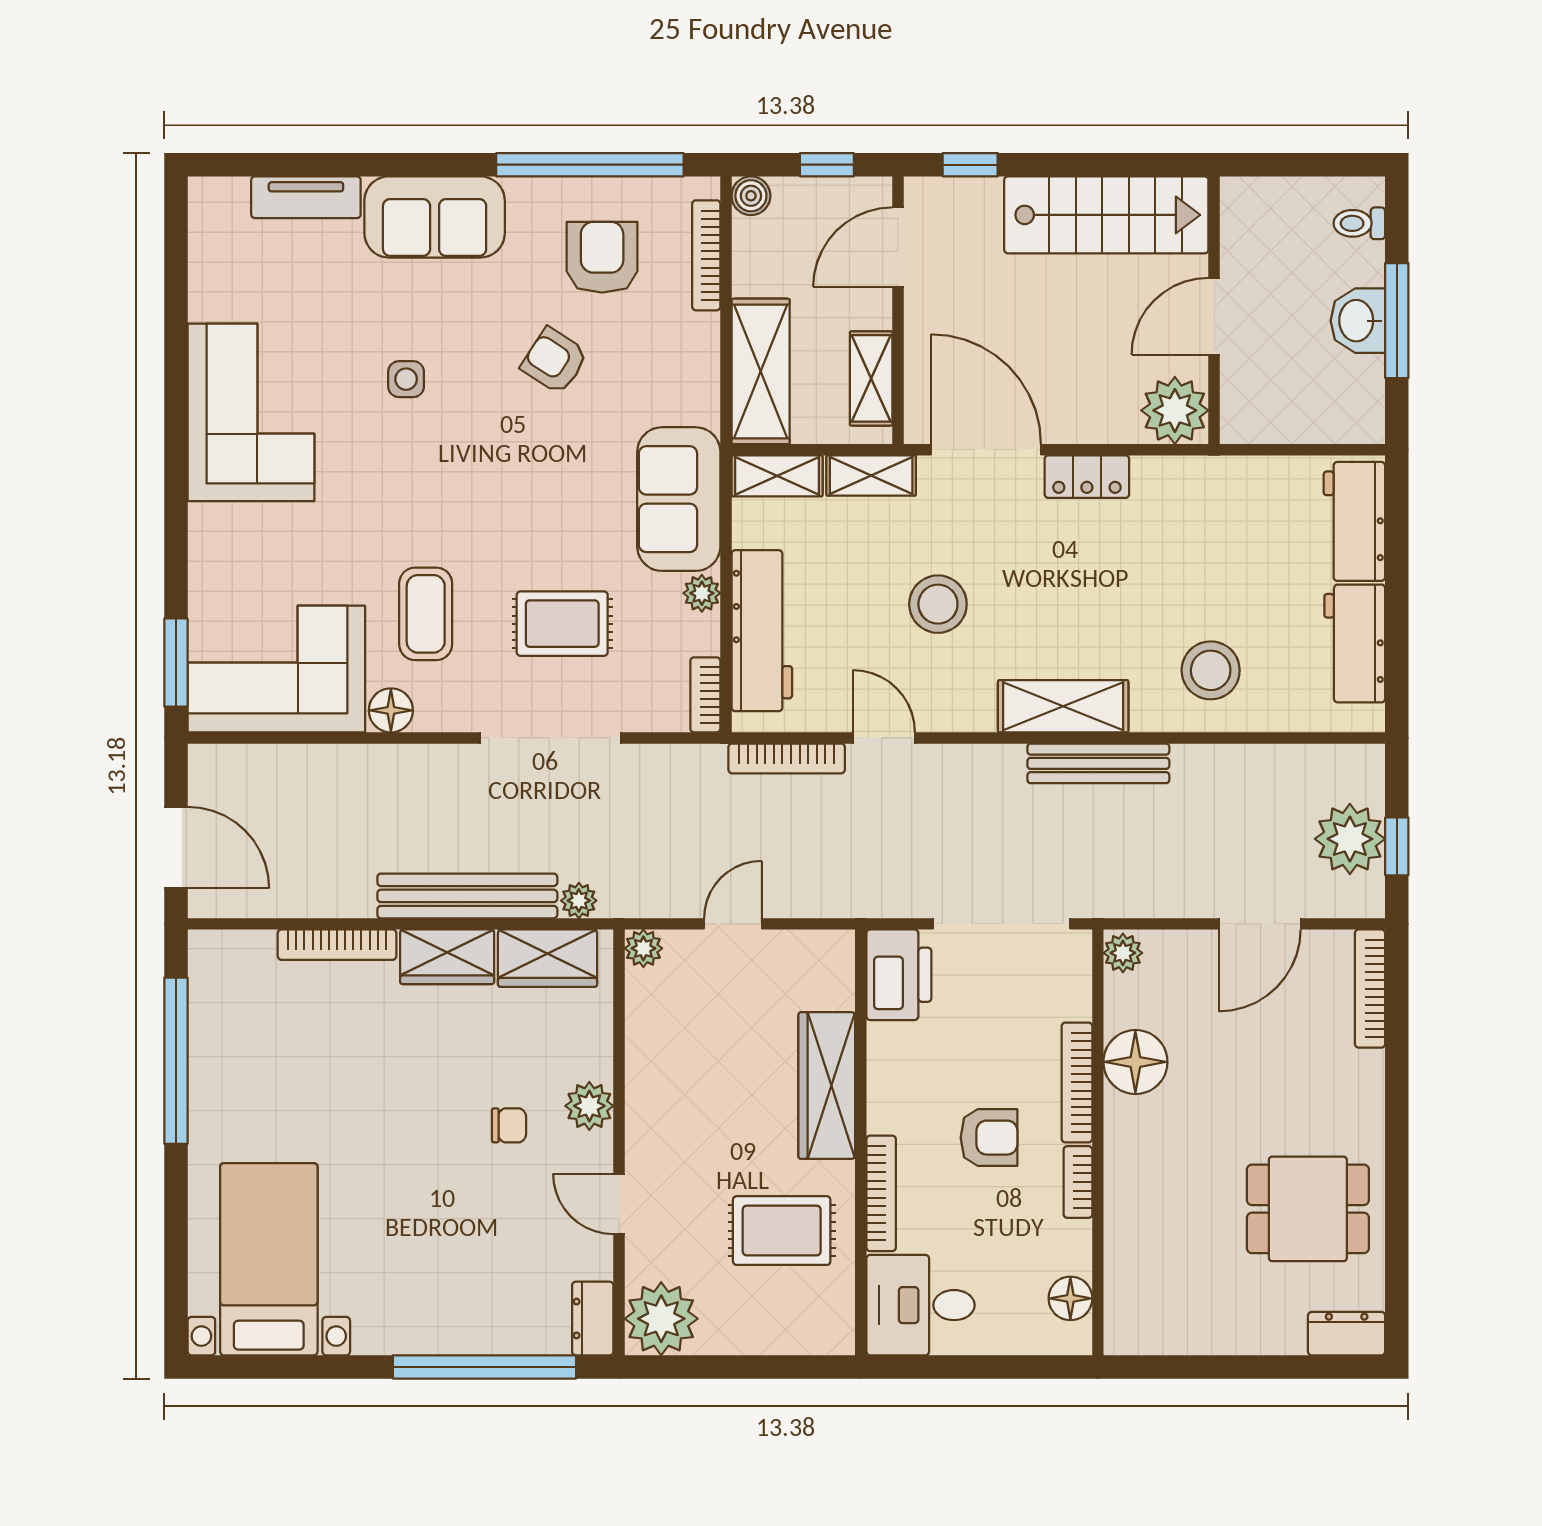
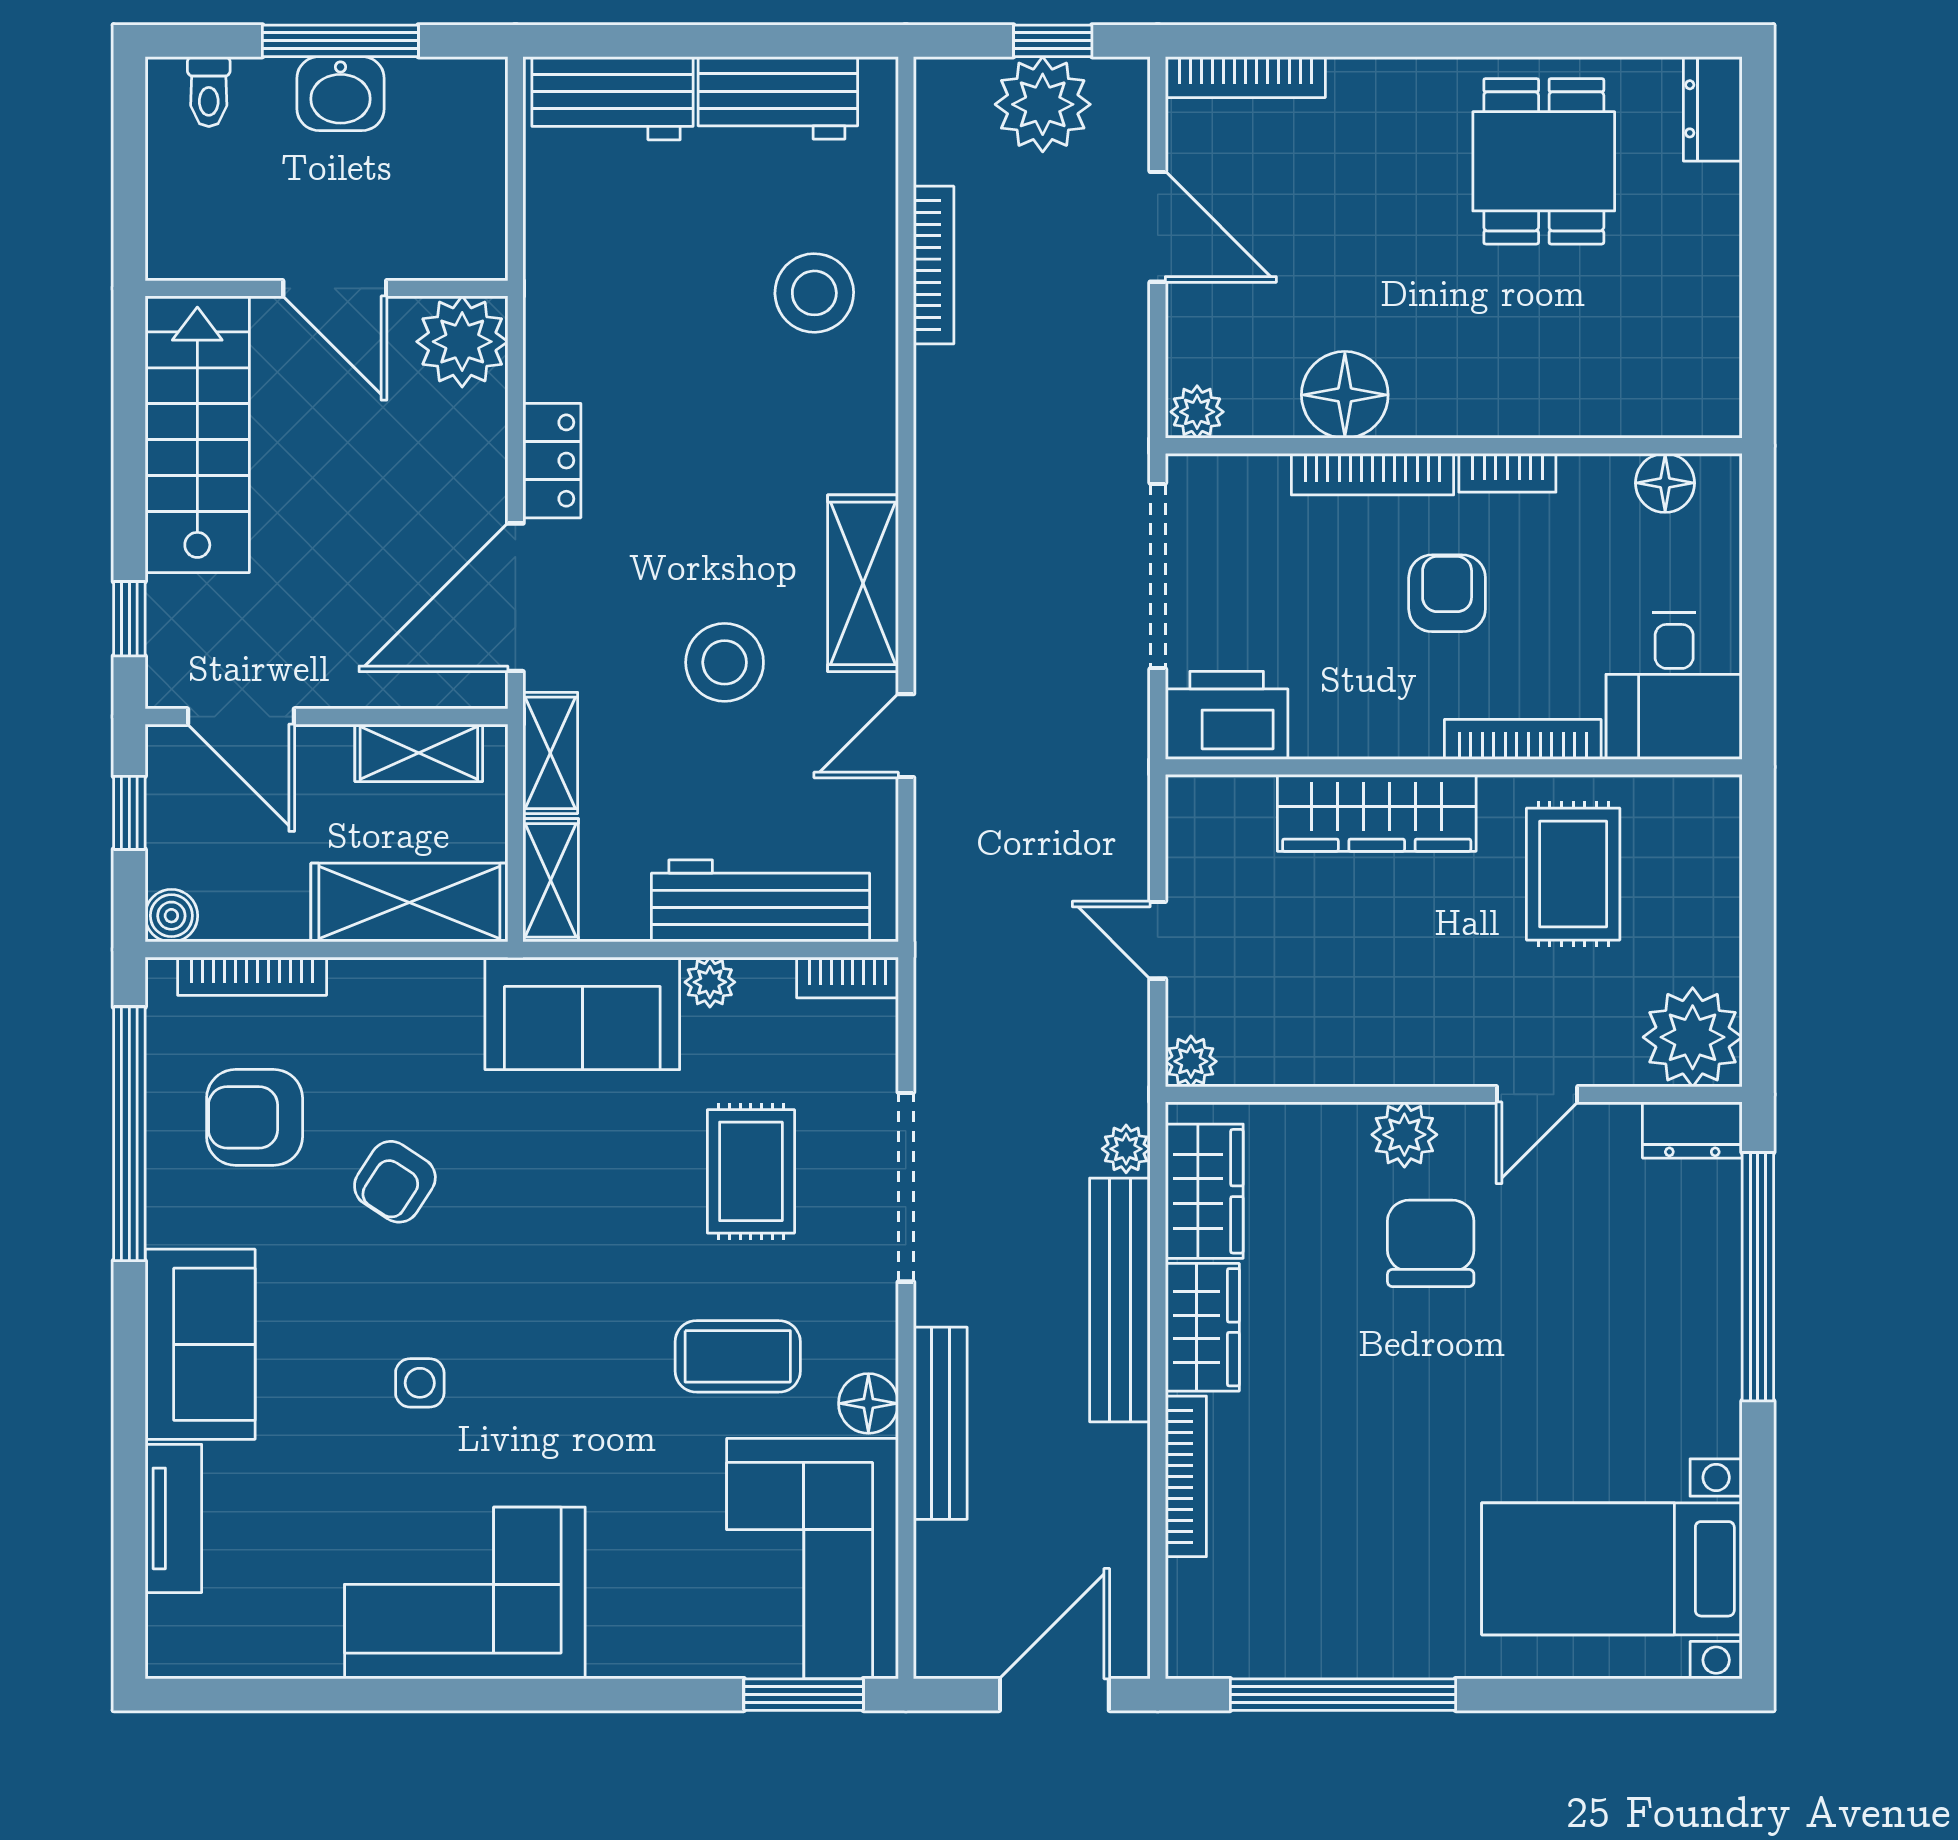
shelving: (1063, 706) -> (863, 583), moved
bookcase: (787, 758) -> (934, 265), moved
bench: (1098, 763) -> (940, 1423), moved
chair: (509, 1125) -> (1431, 1243), width x1.87, depth x1.87

